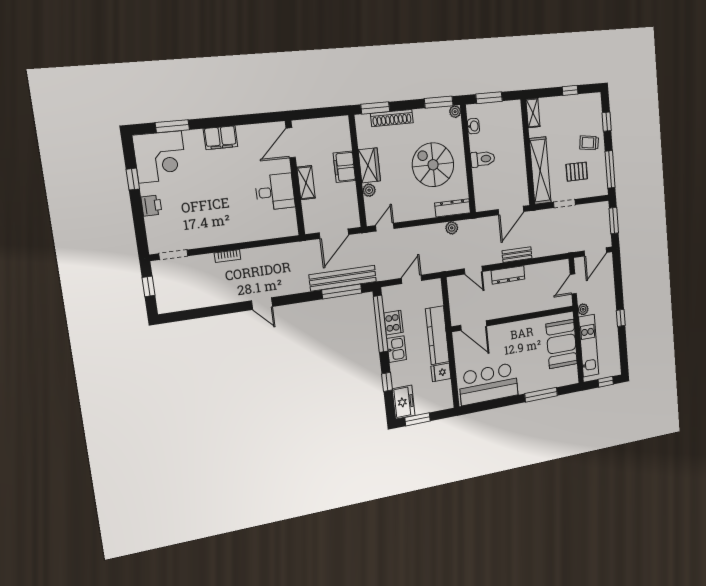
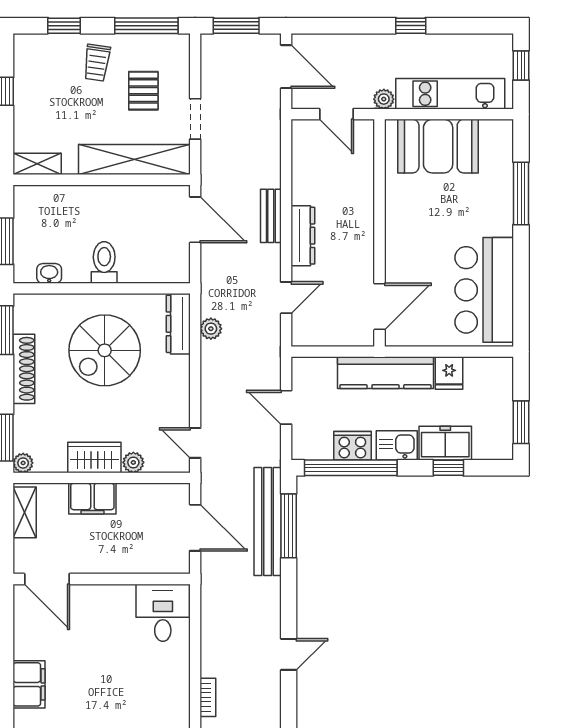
plant: (455, 112) -> (23, 463), moved
shoe rack: (392, 118) -> (24, 369), moved
shelving: (306, 183) -> (25, 512), moved, turned 90
desk: (275, 192) -> (163, 613), moved
freezer: (404, 402) -> (445, 443), moved

